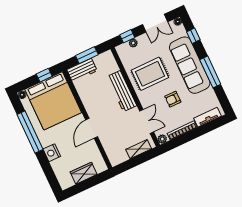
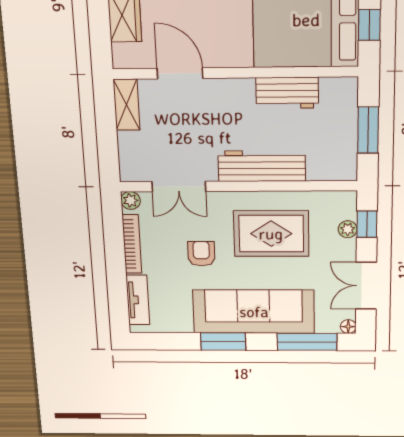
window: (193, 36) -> (307, 342), width x2.17
workbench: (82, 70) -> (287, 93), moved, turned -90
window: (210, 72) -> (223, 342), width x0.69
rug: (150, 74) -> (271, 234), turned 90
door: (92, 128) -> (180, 73), moved
shelving: (139, 149) -> (127, 105), moved

